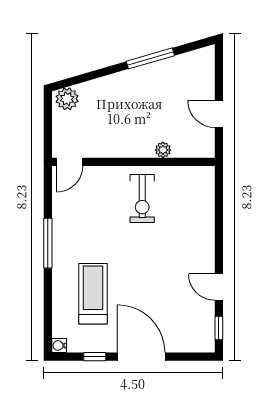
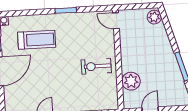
plant: (163, 150) -> (131, 81), width x1.87, depth x1.87
window: (48, 243) -> (66, 10), width x0.69

